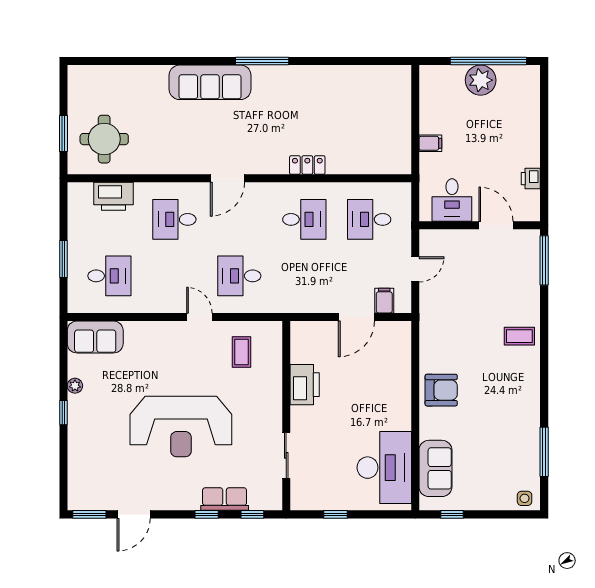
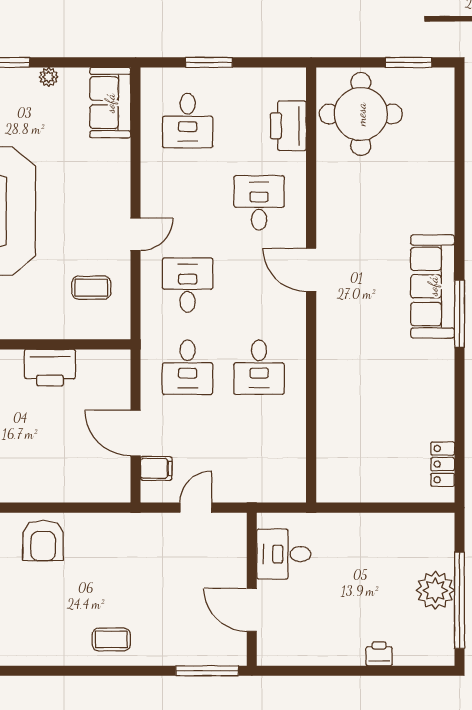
sofa: (210, 82) -> (433, 286), moved
window: (63, 133) -> (409, 62), moved
round table: (104, 139) -> (361, 114), width x1.36, depth x1.36
filing cabinet: (430, 143) -> (355, 527), removed
locker: (307, 165) -> (443, 464), moved, turned 180
printer: (531, 179) -> (379, 654), moved
desk: (369, 219) -> (188, 367), moved, turned 180
door: (496, 225) -> (252, 610), swing flipped
door: (415, 269) -> (196, 508), swing flipped
coffee table: (519, 336) -> (111, 639), turned 90

